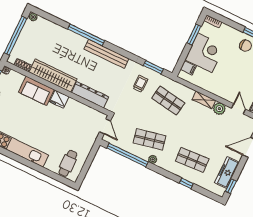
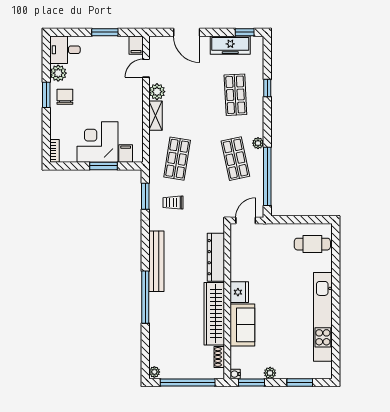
window: (194, 35) -> (103, 166), moved

